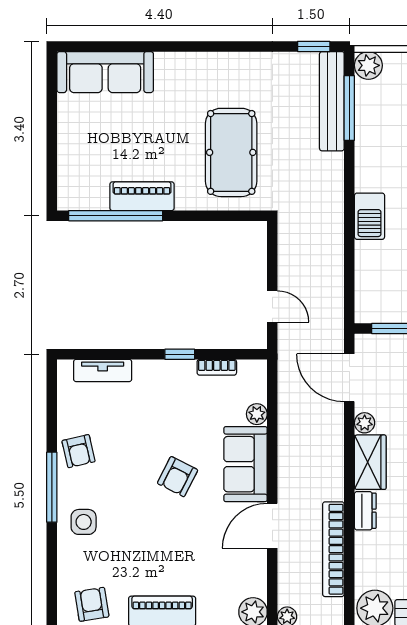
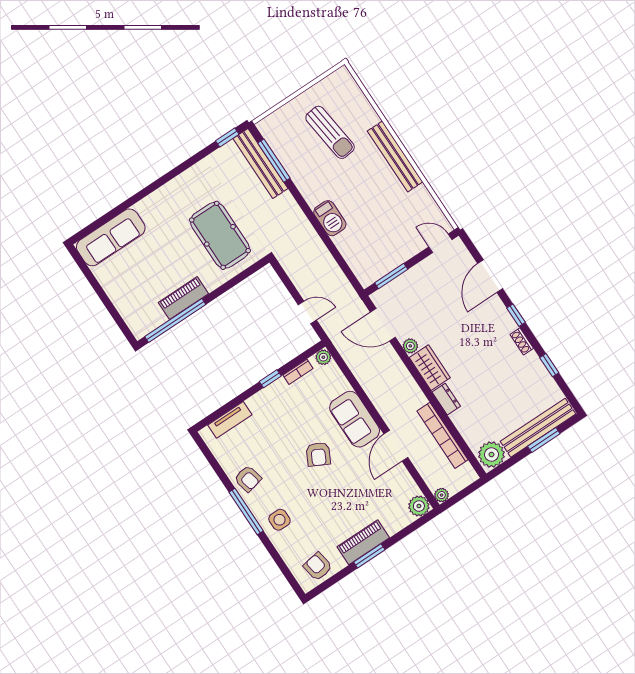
plant: (368, 65) -> (268, 127), removed
plant: (257, 414) -> (323, 357), moved

